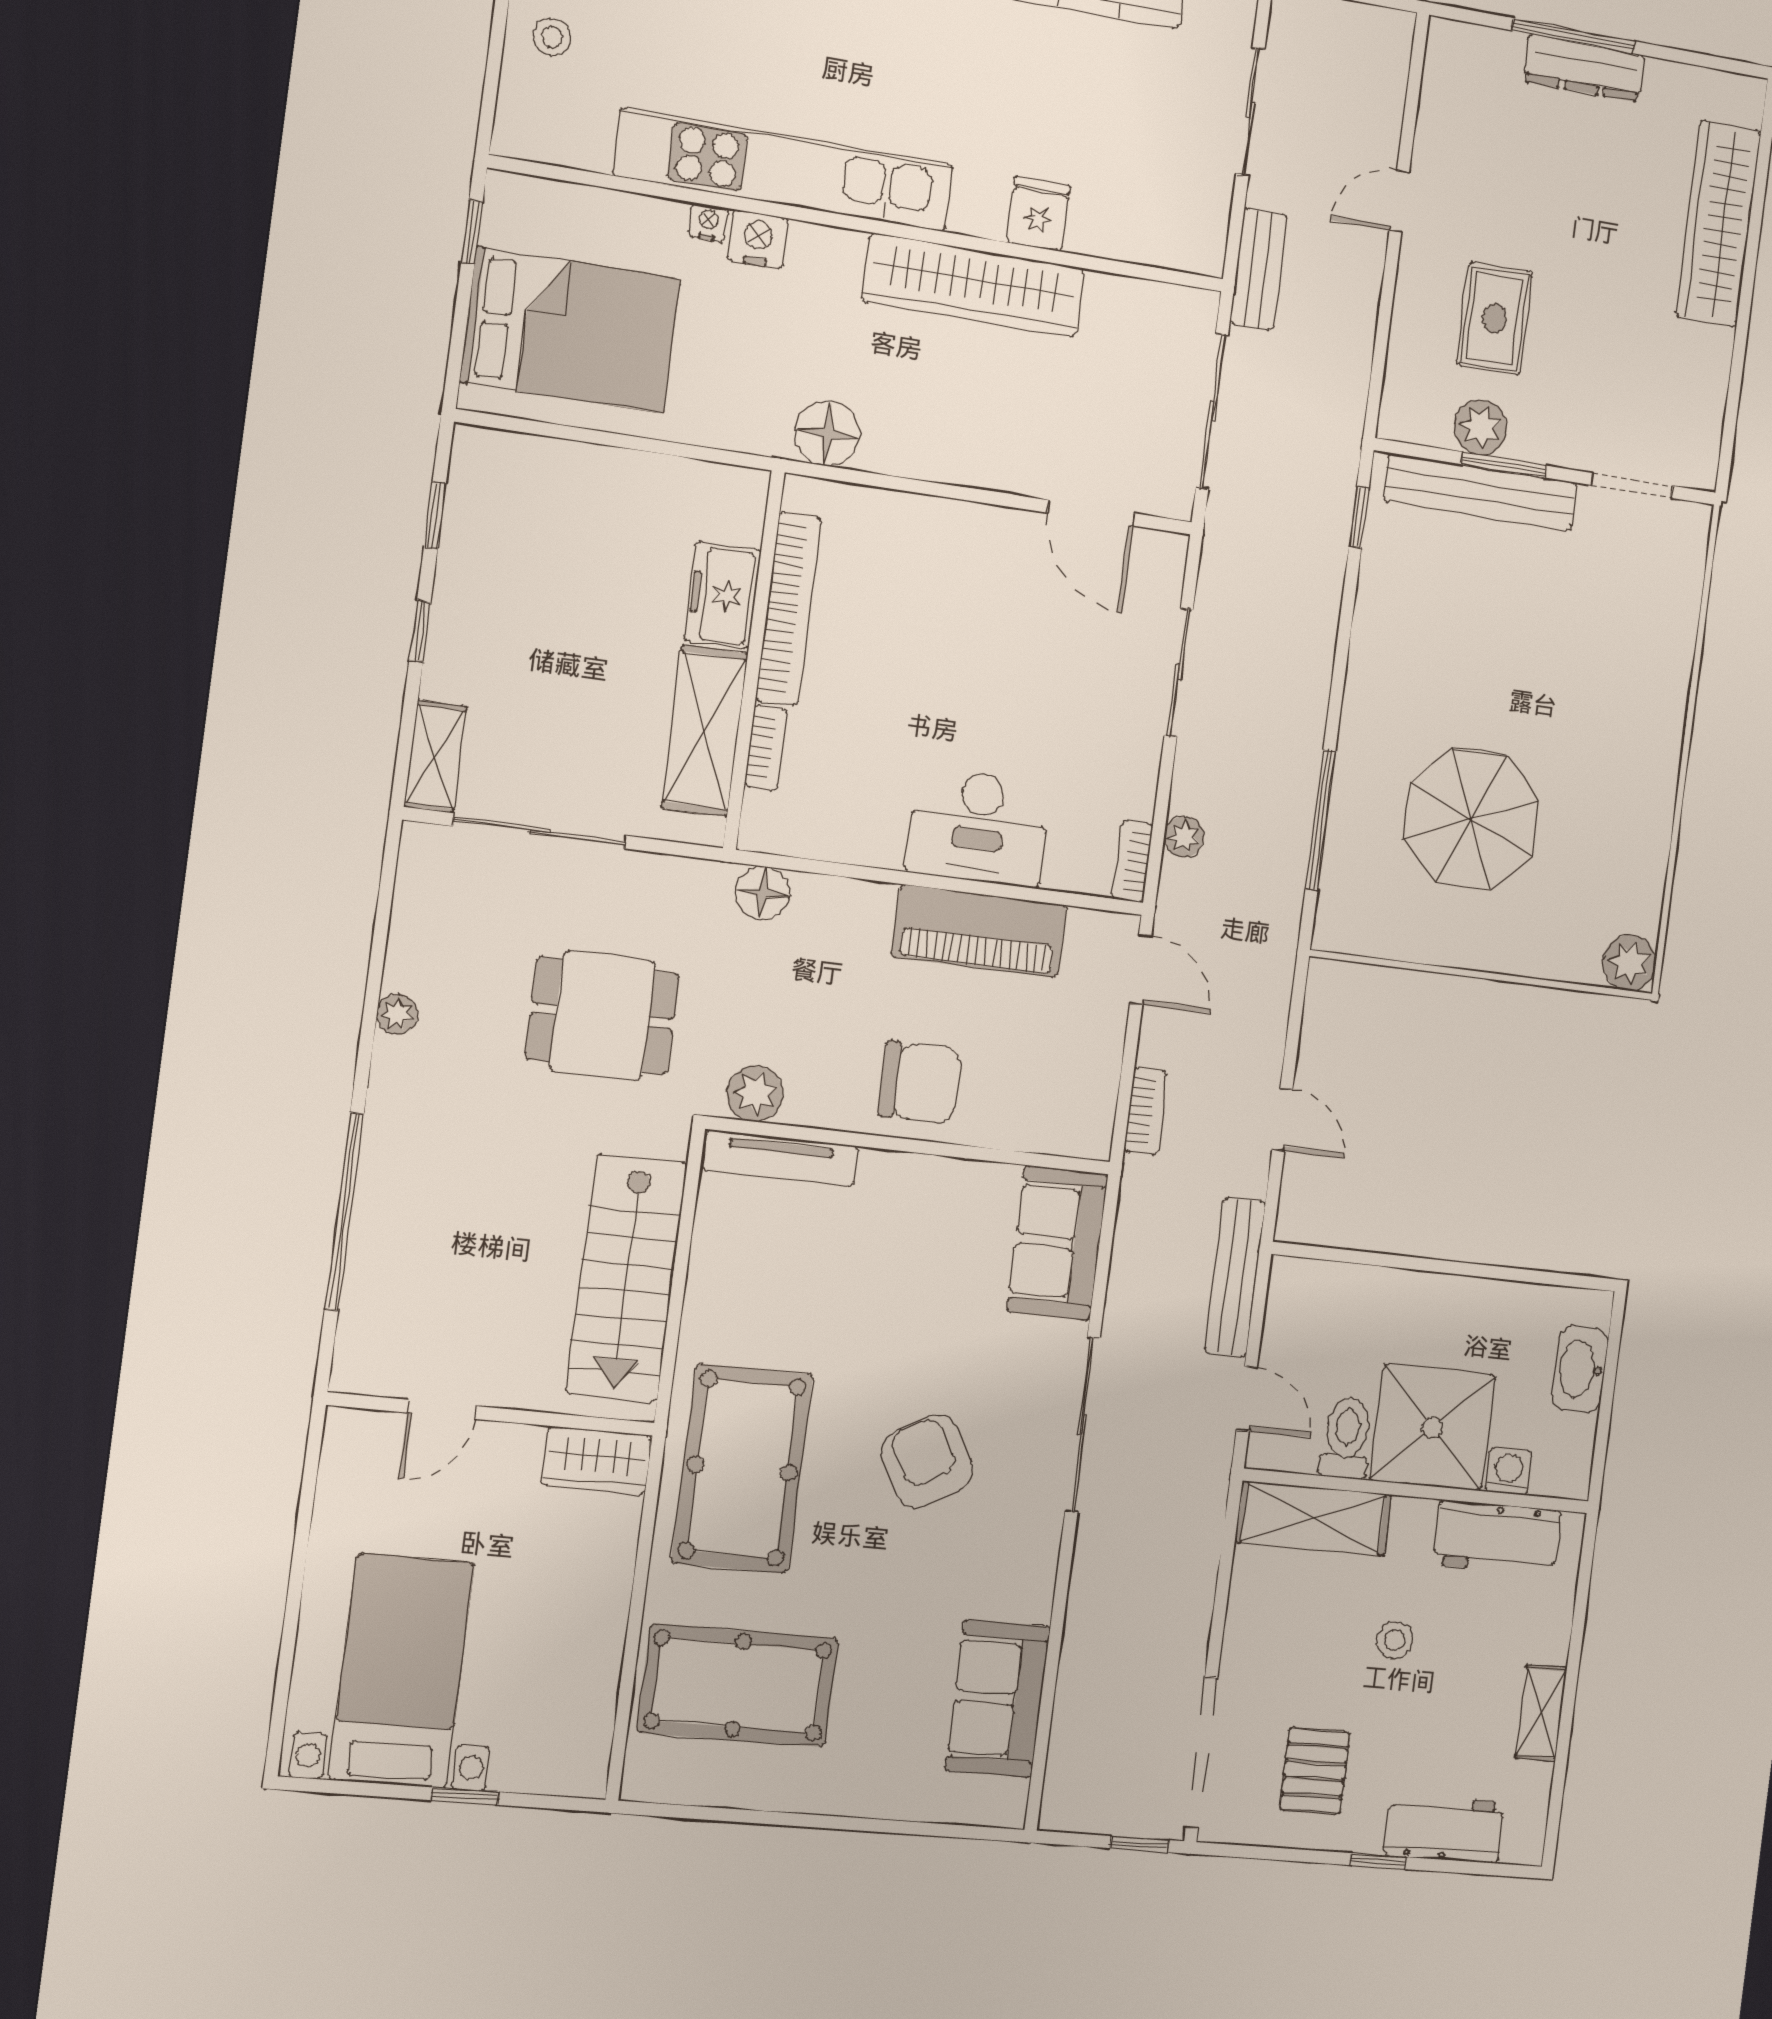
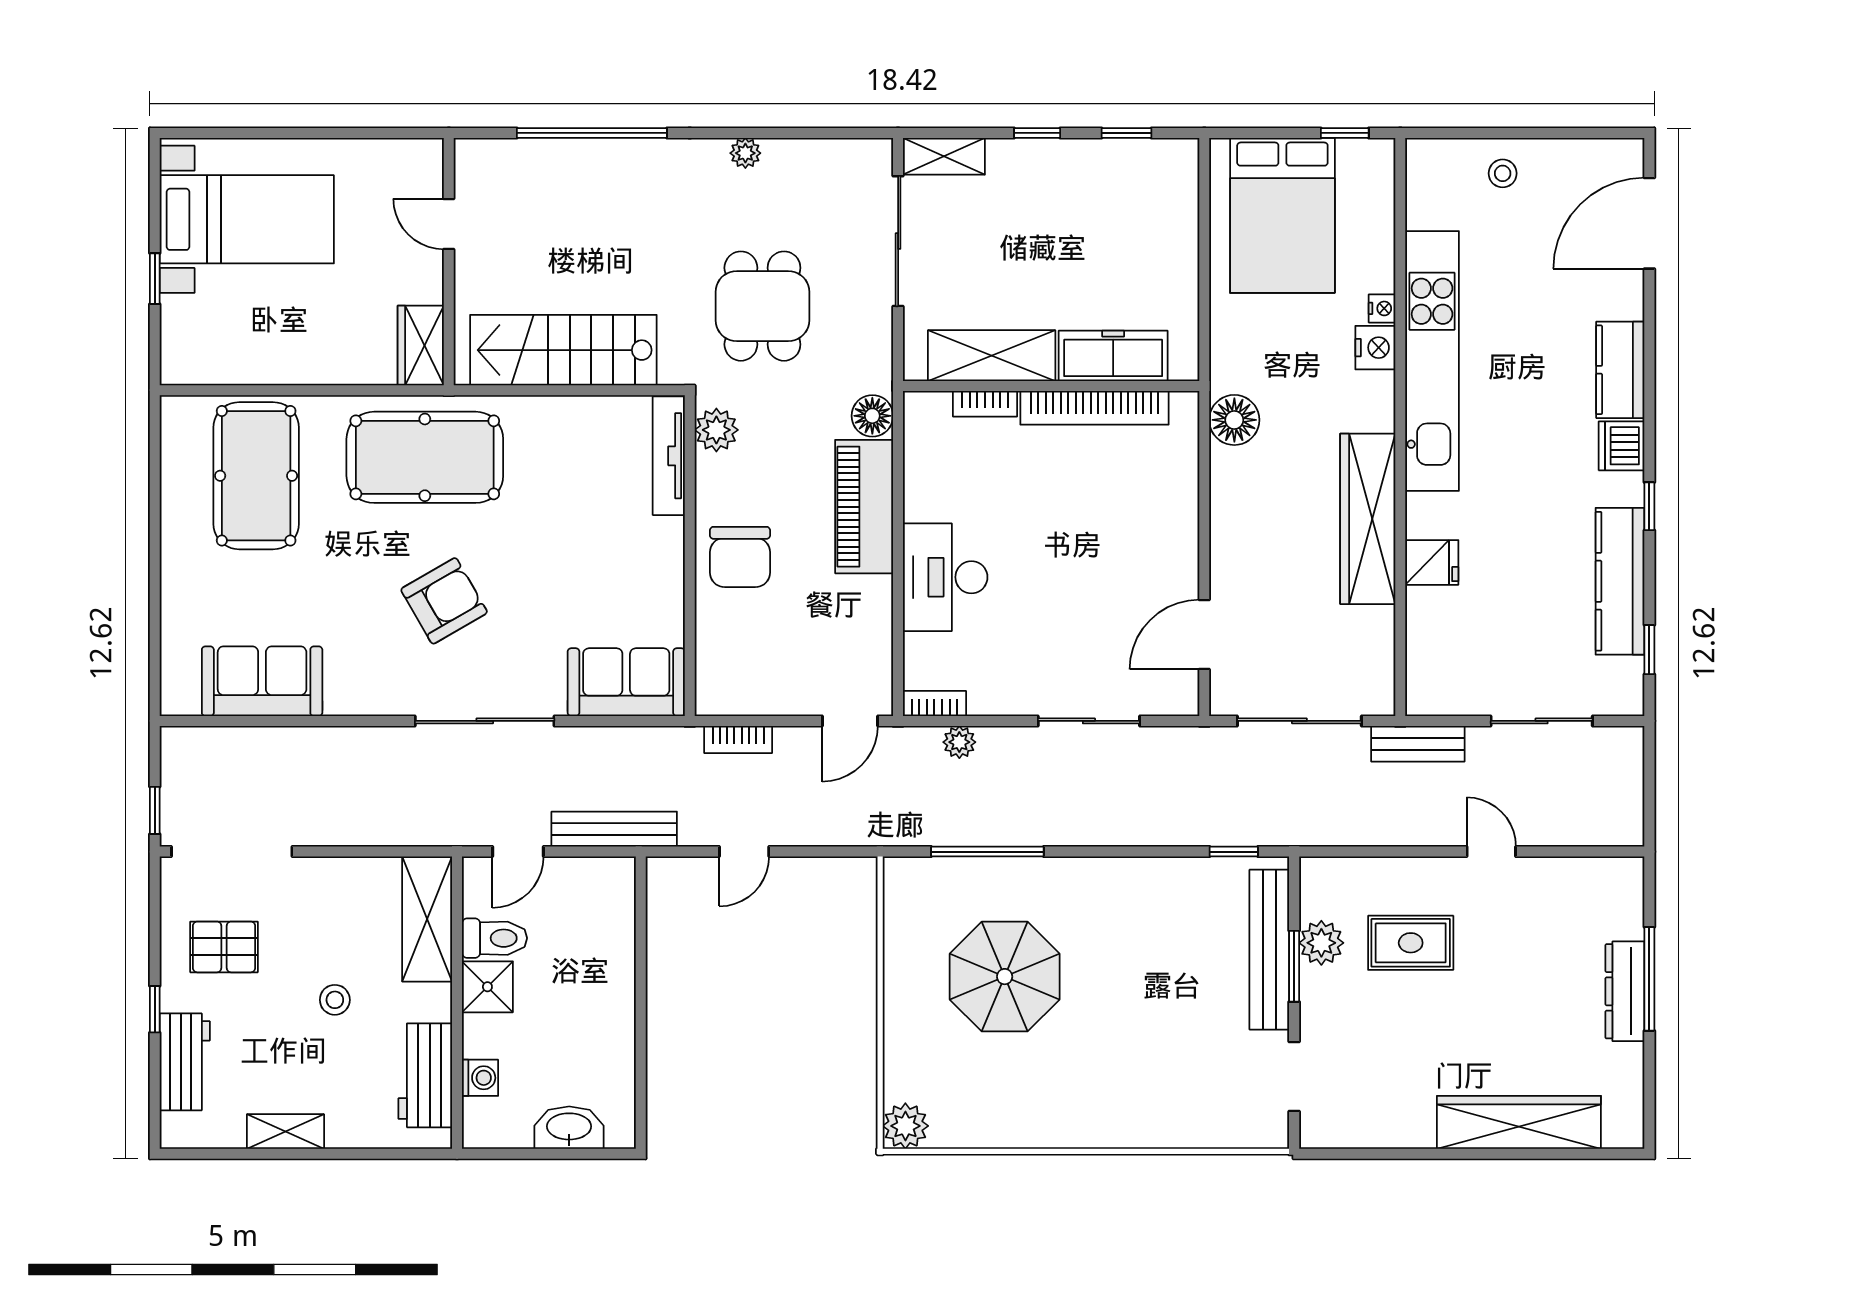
freezer: (723, 595) -> (1113, 356), width x1.40
piano: (979, 931) -> (864, 507), moved
shower: (1432, 1428) -> (487, 987), width x0.54, depth x0.54

